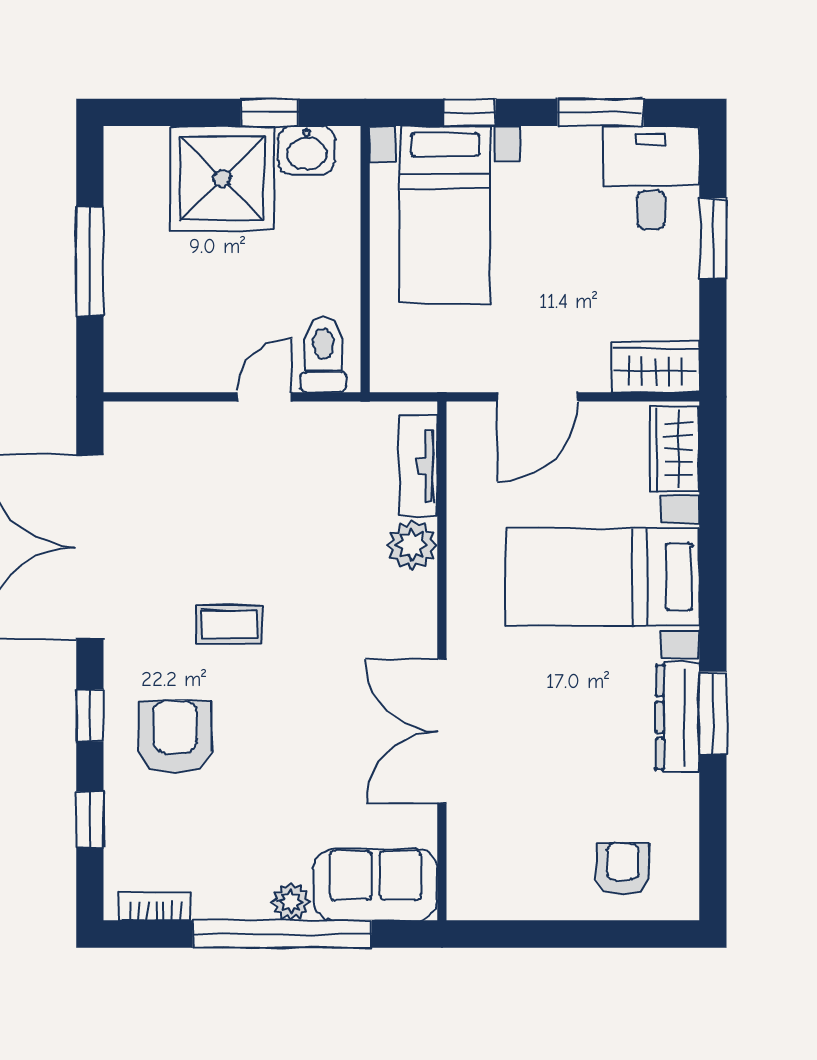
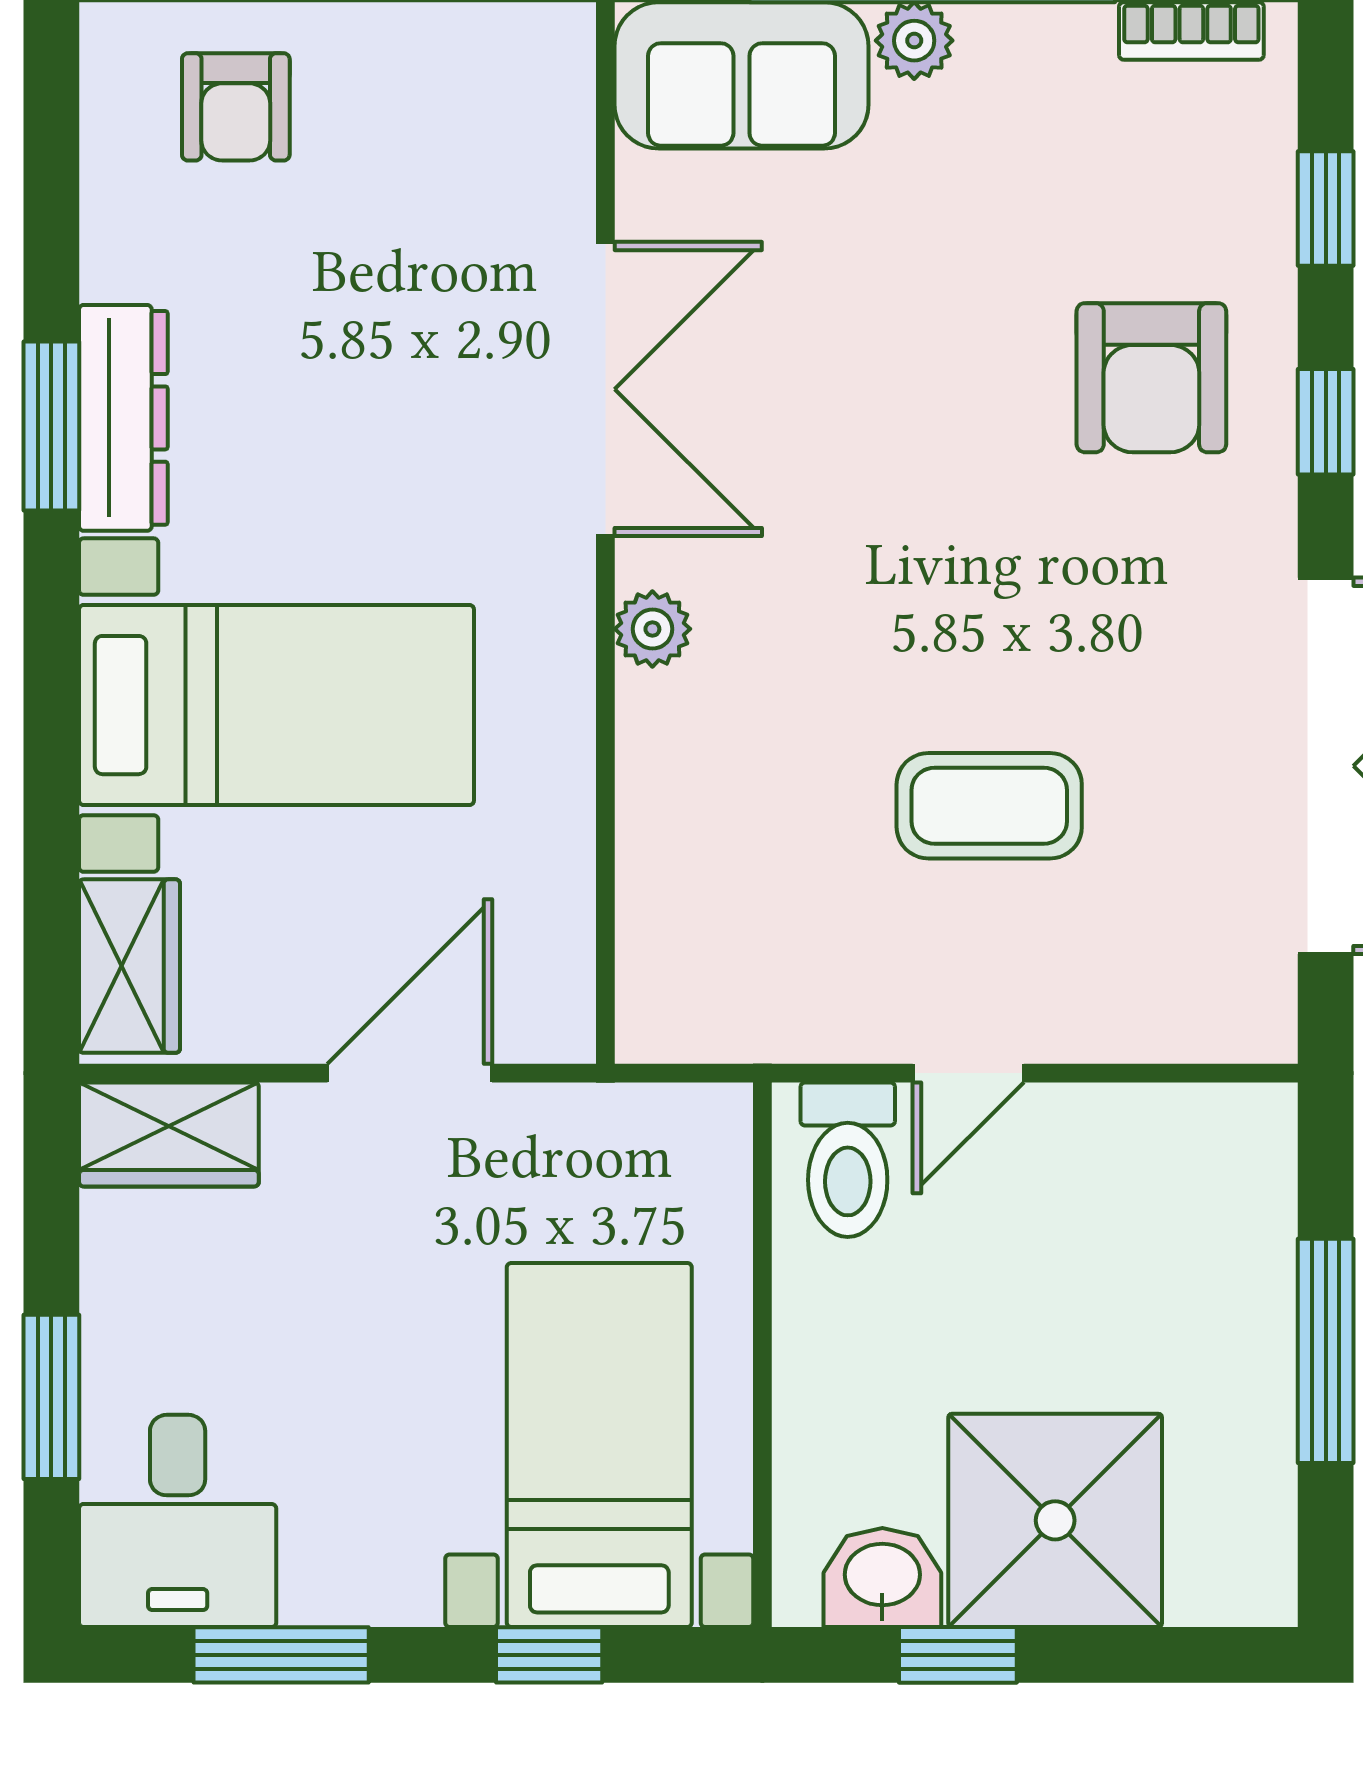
tv unit: (418, 466) -> (654, 932), removed
plant: (412, 545) -> (652, 629), moved, width x0.73, depth x0.73
coffee table: (229, 624) -> (989, 806), moved, width x1.36, depth x1.30

